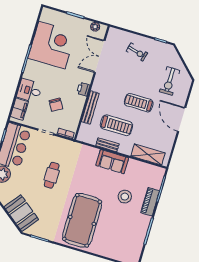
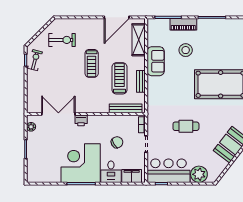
corner desk: (52, 45) -> (81, 163), moved
exercise bike: (137, 52) -> (35, 60), moved
double door: (100, 57) -> (58, 114), swing flipped
printer: (83, 89) -> (81, 120), moved
bench: (90, 108) -> (126, 108), moved
door: (182, 120) -> (117, 17), moved
sofa: (112, 162) -> (156, 61), moved

